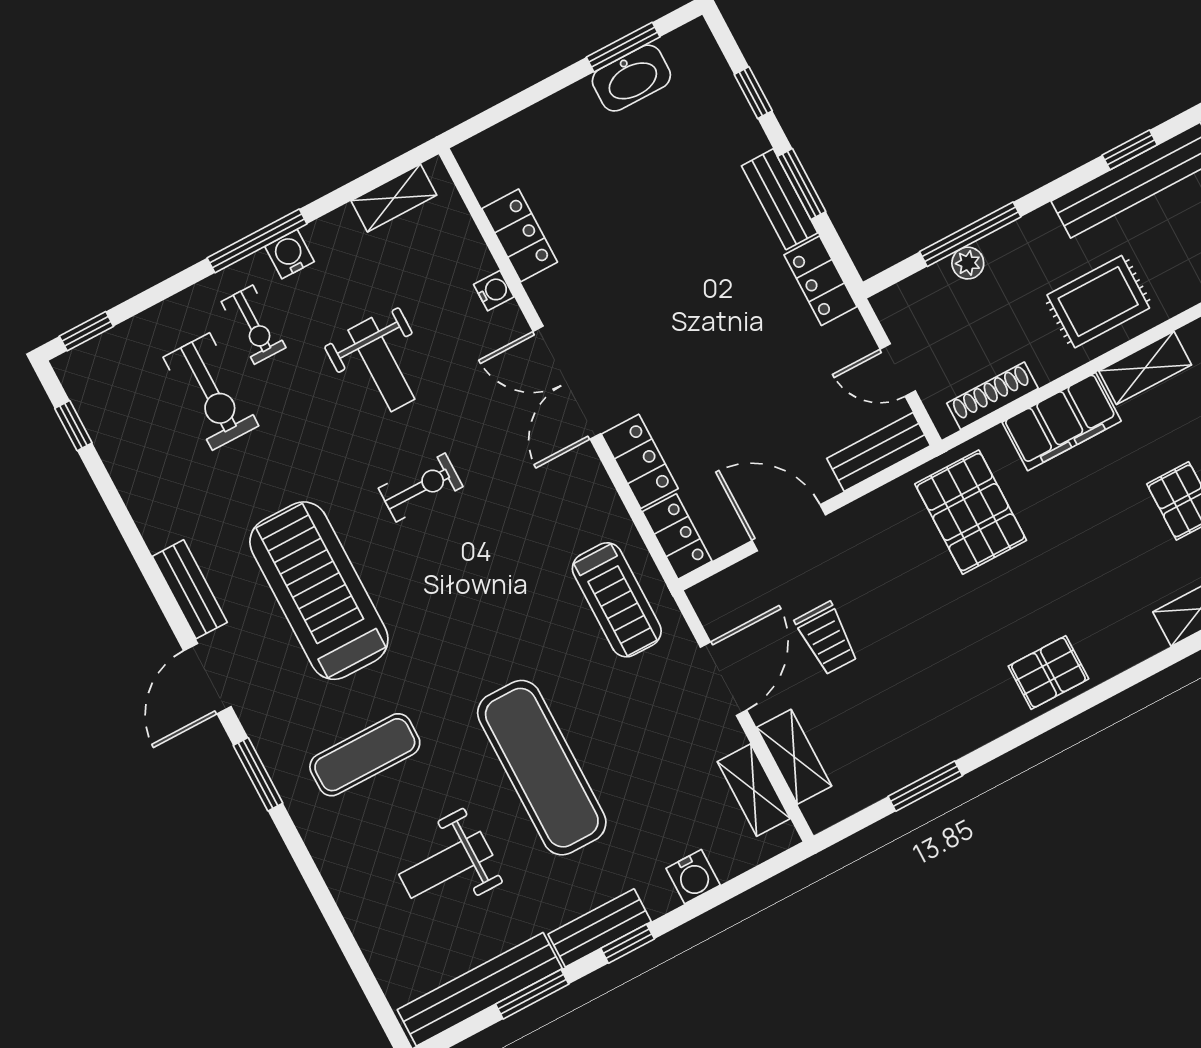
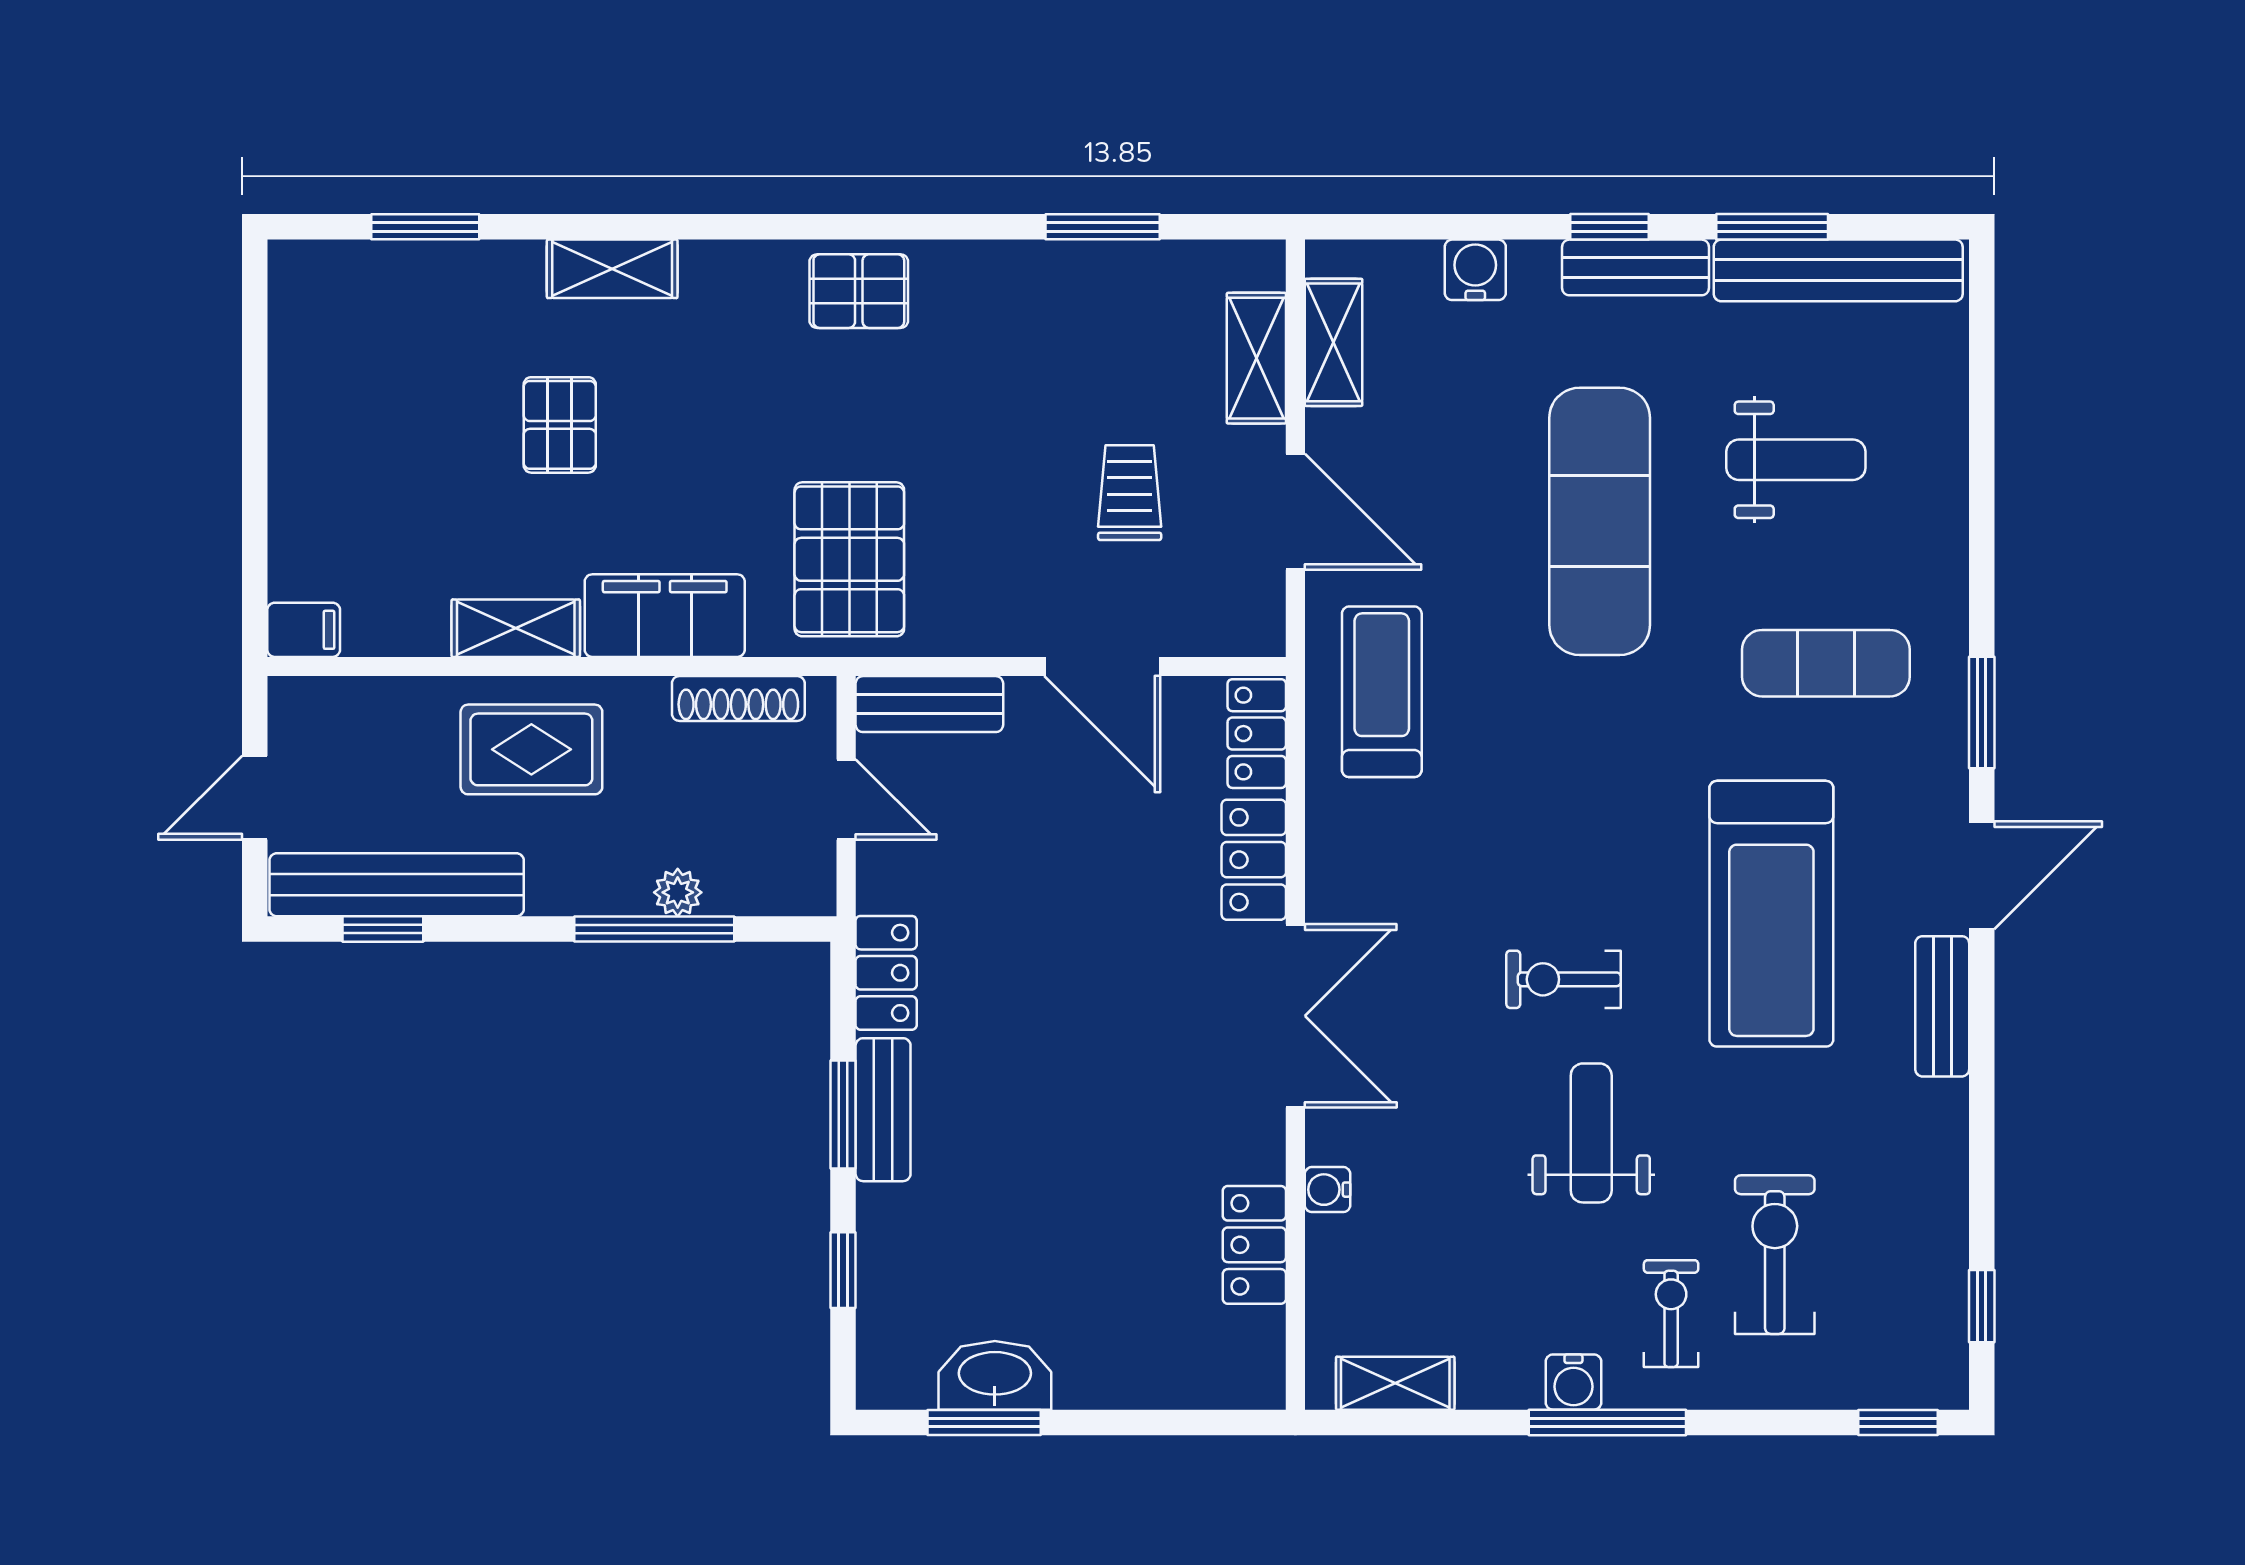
weight bench: (381, 365) -> (1591, 1133), moved
door: (723, 679) -> (1295, 512), swing flipped

